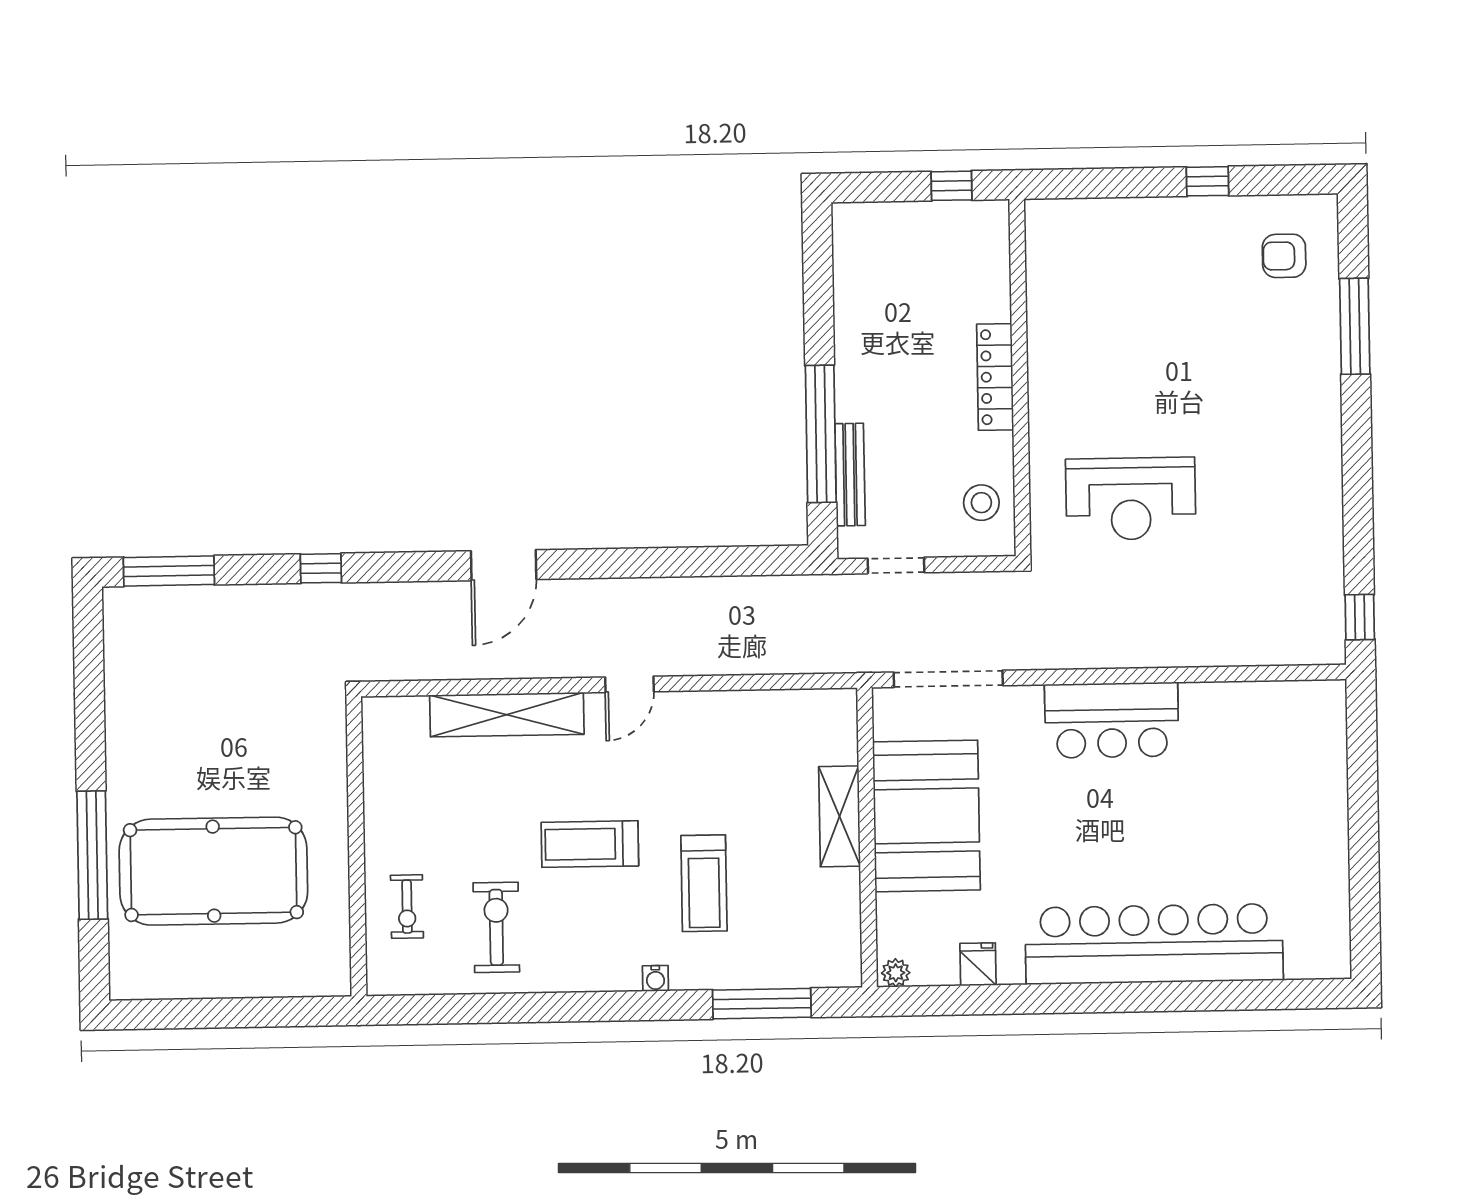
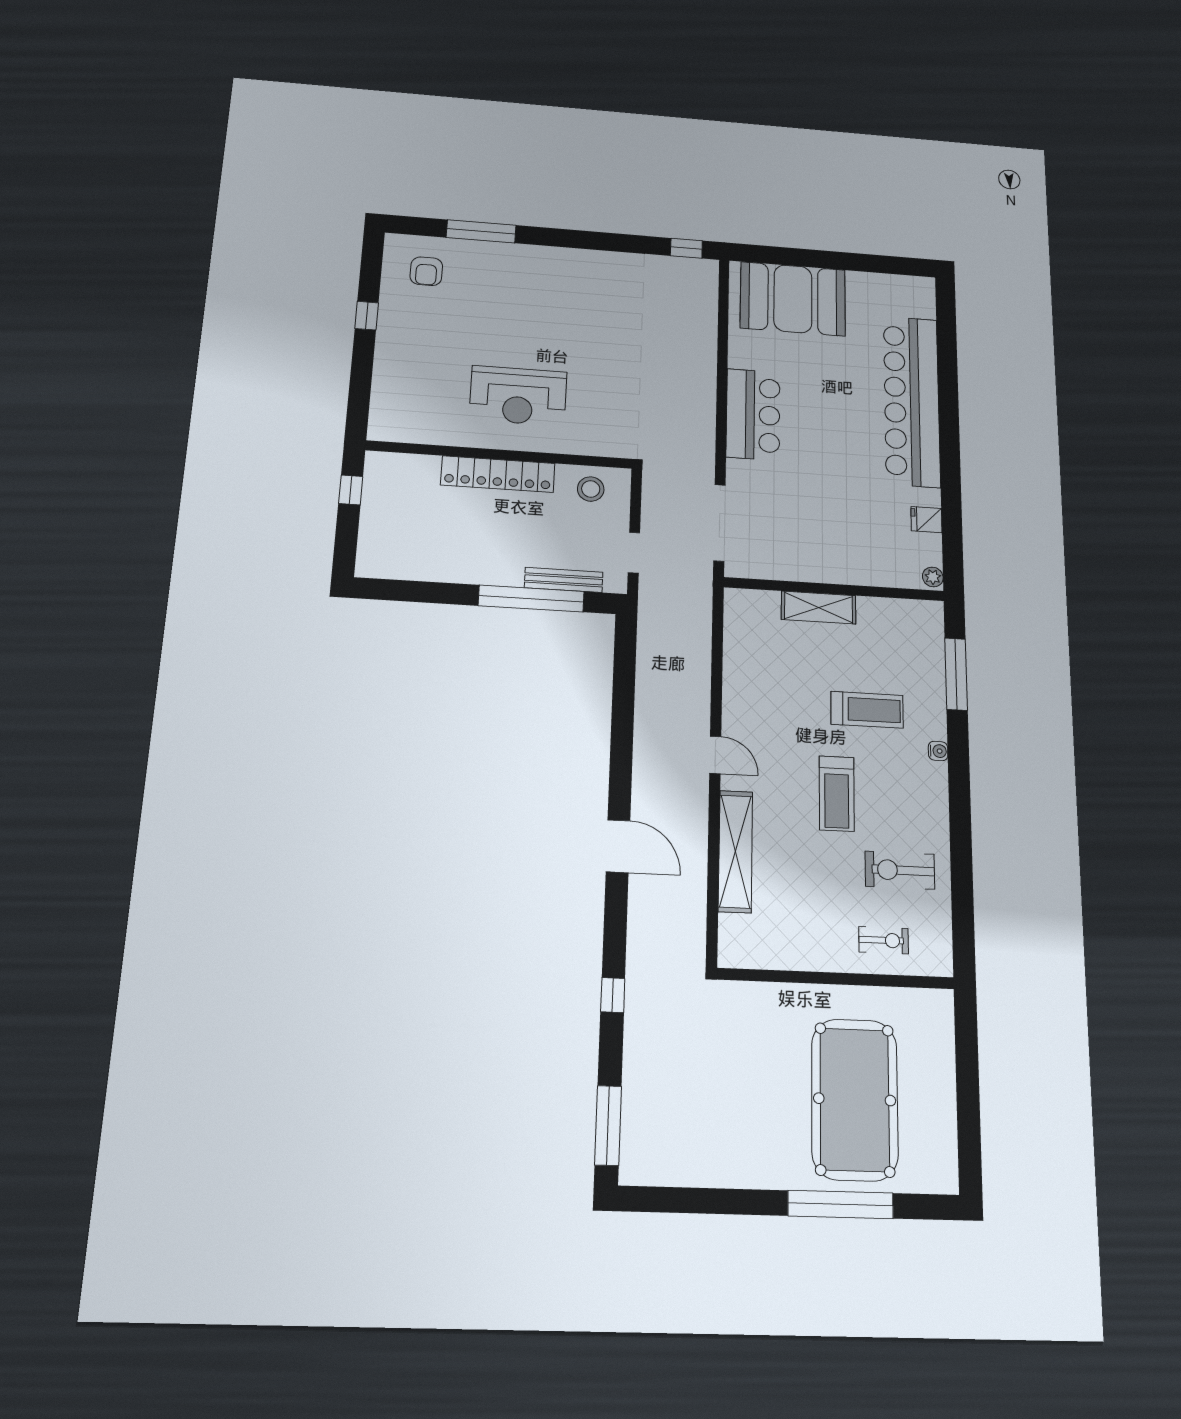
locker: (995, 377) -> (498, 474), width x1.41, depth x1.21
reception desk: (1131, 499) -> (518, 396), moved, turned 90
booth: (926, 816) -> (793, 299), moved

